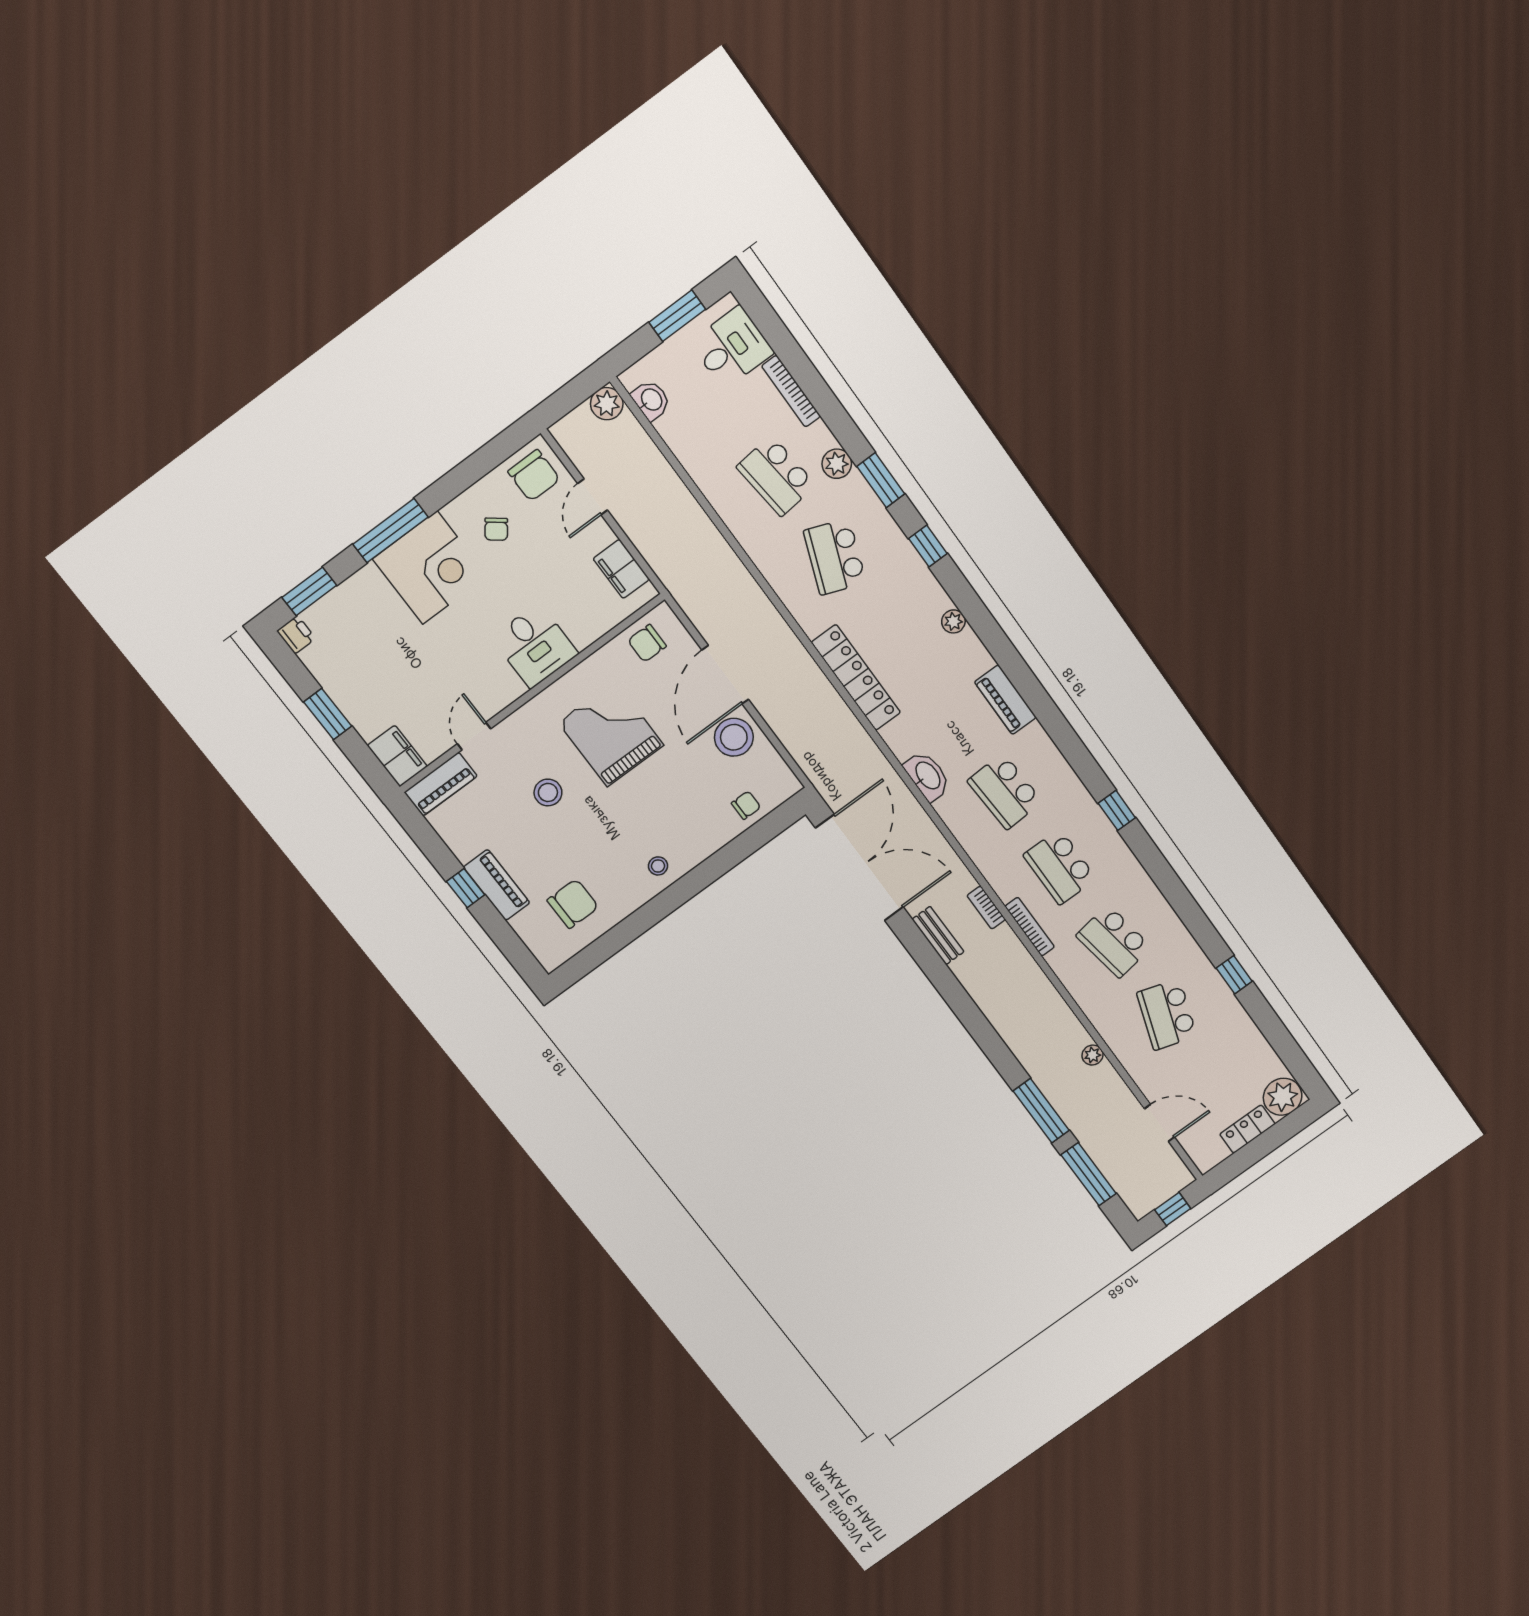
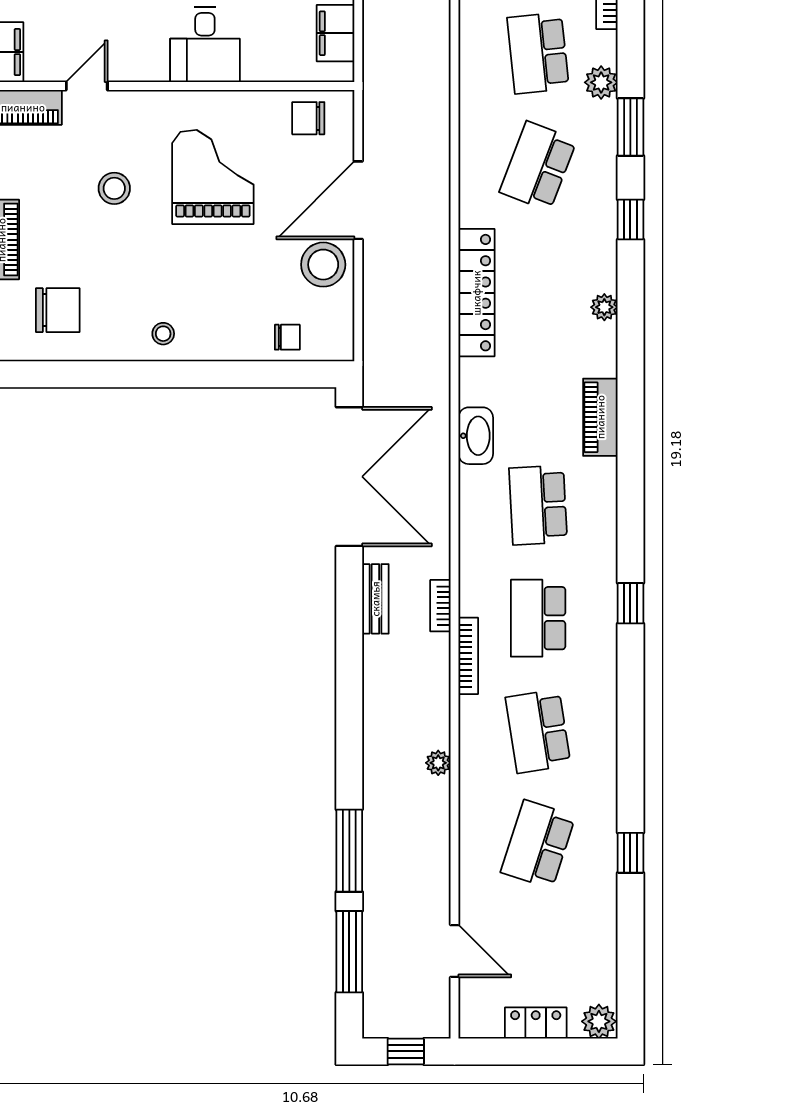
plant: (1093, 1055) -> (438, 763), moved
plant: (1283, 1097) -> (599, 1021), width x0.73, depth x0.73

